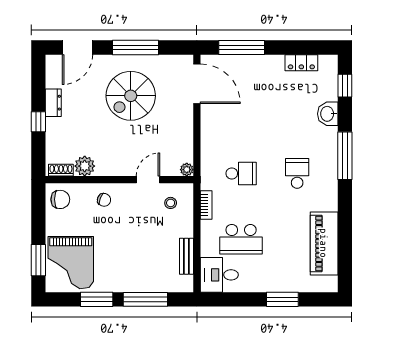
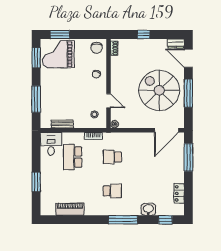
spiral stairs: (131, 96) -> (159, 90), width x1.37, depth x1.37
dresser: (53, 103) -> (176, 43), moved
plant: (85, 166) -> (117, 63), removed
school desk: (241, 173) -> (112, 157), turned 90
piano: (324, 243) -> (70, 209), width x0.73, depth x0.75
window: (97, 299) -> (36, 58), moved

